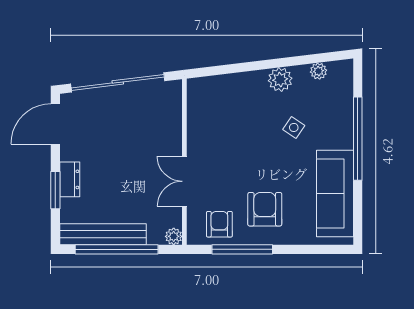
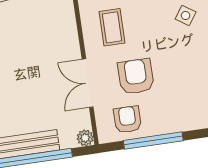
coffee table: (217, 128) -> (112, 27), added
armchair: (265, 209) -> (136, 76), moved

